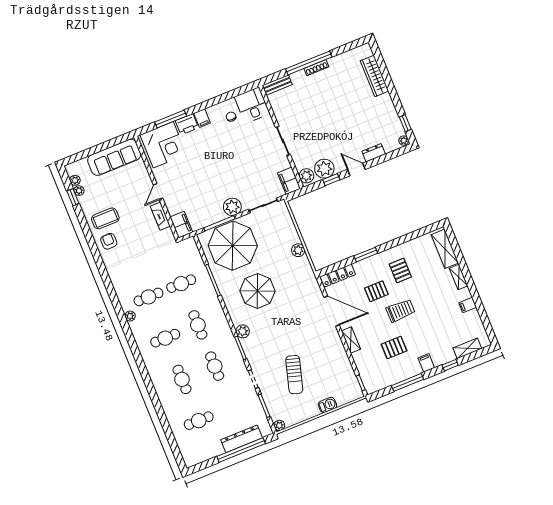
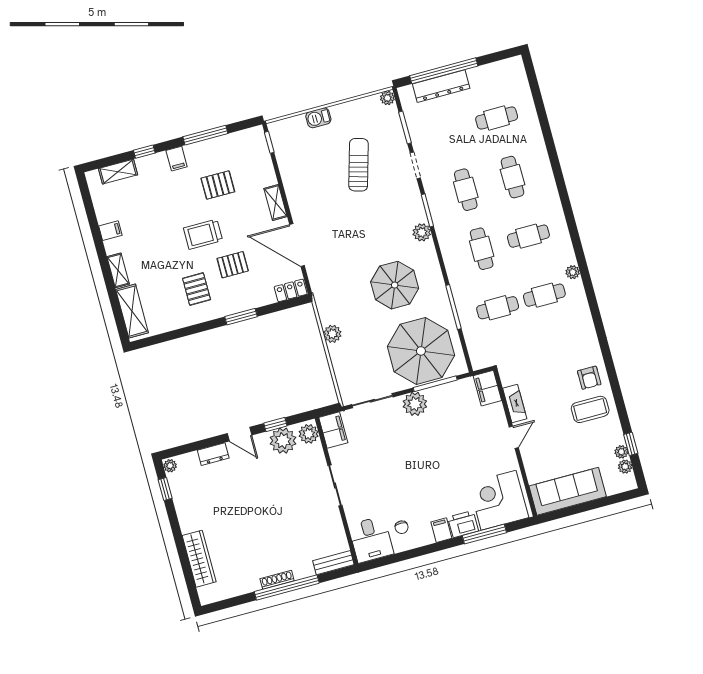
locker: (338, 276) -> (291, 290), width x0.66

